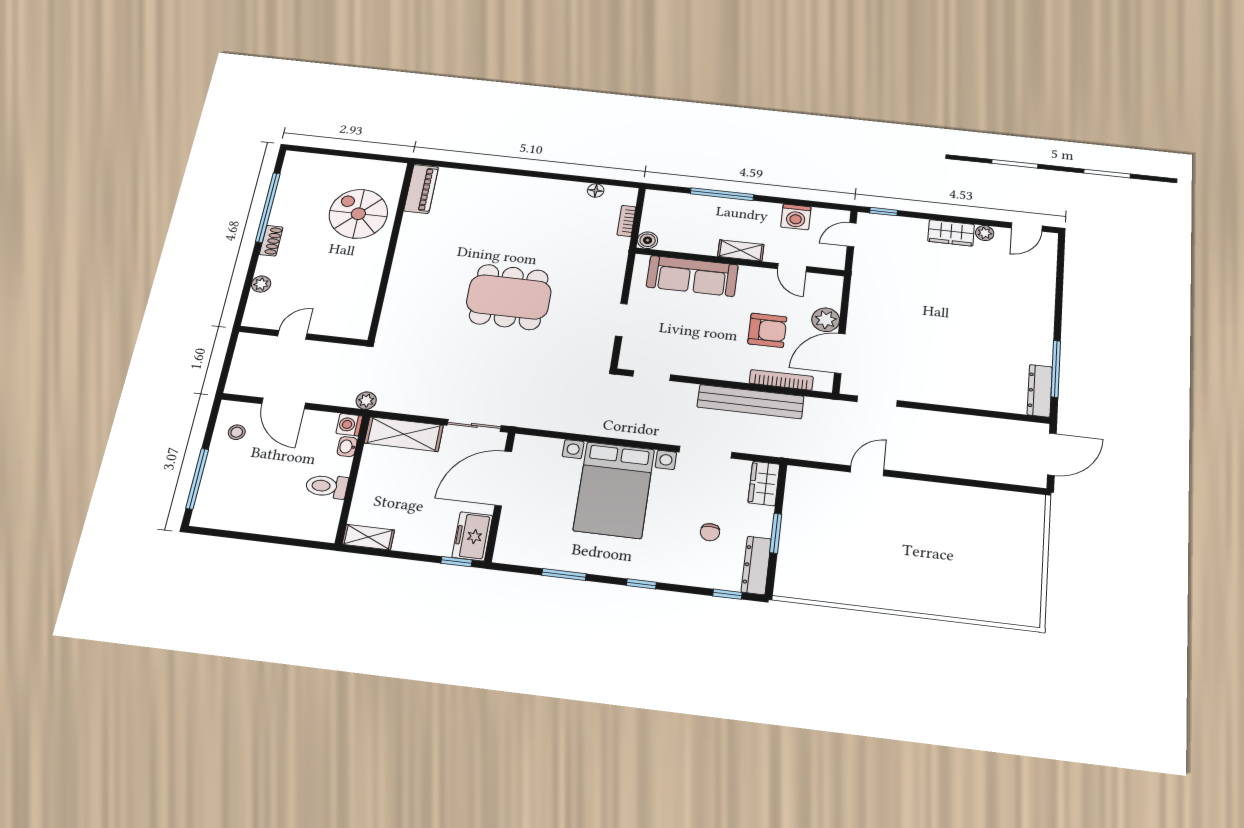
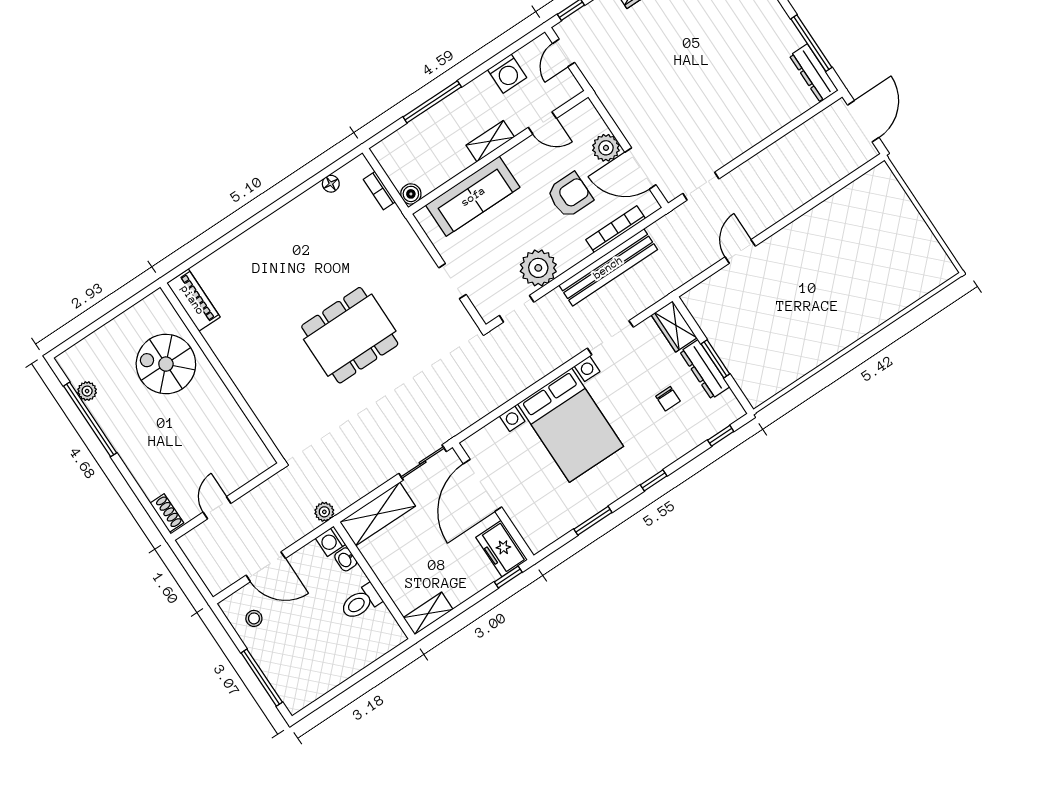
shoe rack: (271, 241) -> (167, 513), moved
plant: (261, 284) -> (87, 391), moved
door: (840, 353) -> (640, 169), hinge flipped
plant: (696, 361) -> (538, 268), added
dresser: (756, 565) -> (705, 369), moved

